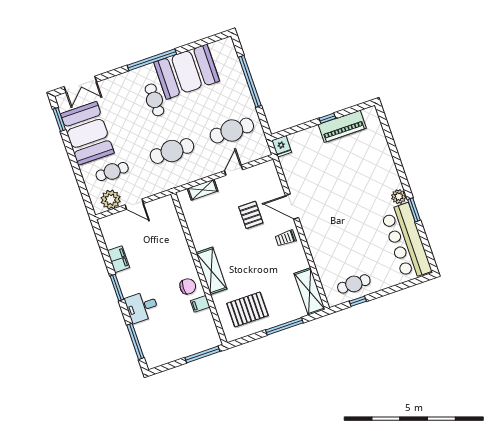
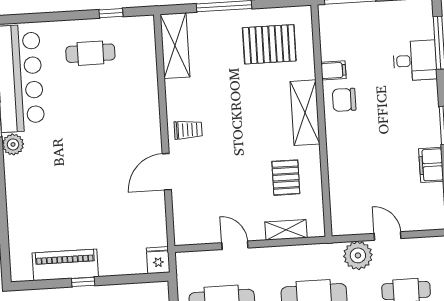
door: (234, 170) -> (235, 245), swing flipped
plant: (111, 200) -> (358, 255), moved
door: (292, 207) -> (167, 172), swing flipped
pallet: (251, 215) -> (286, 178), moved
cafe table: (354, 284) -> (90, 53), moved
desk: (142, 307) -> (415, 61), moved

